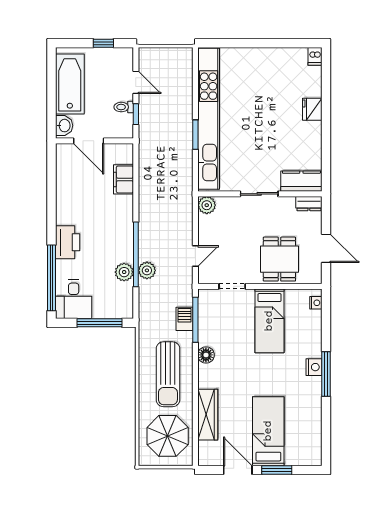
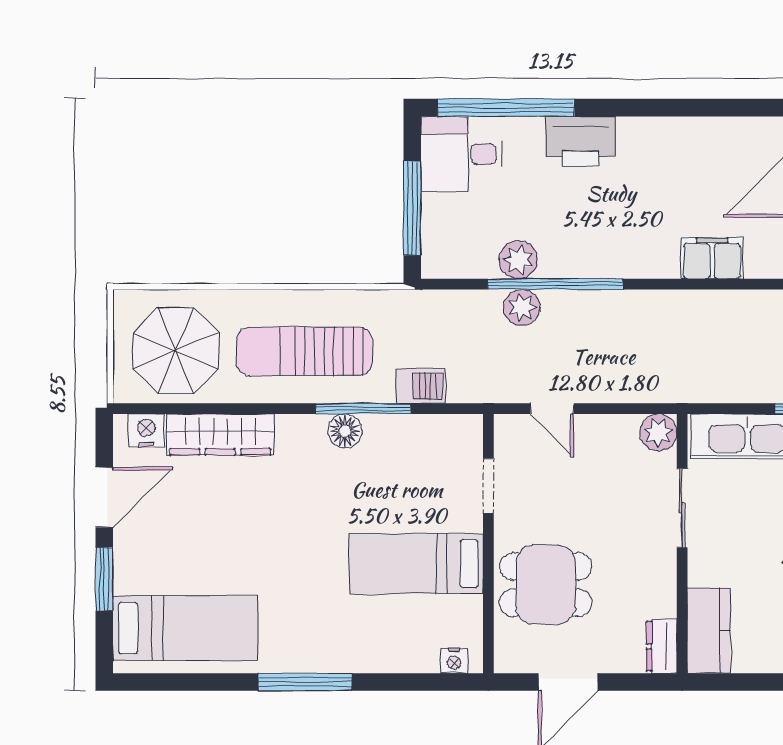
sliding door: (259, 194) -> (682, 508), moved
window: (195, 320) -> (363, 409), moved
nightstand: (314, 367) -> (146, 430), moved, turned 180
bed: (268, 431) -> (185, 628), moved

